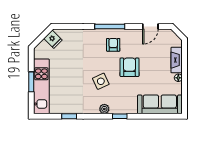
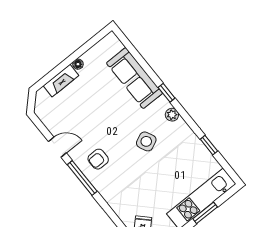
door: (150, 27) -> (57, 147), moved
armchair: (130, 67) -> (108, 123), removed
sofa: (160, 104) -> (135, 78), moved

